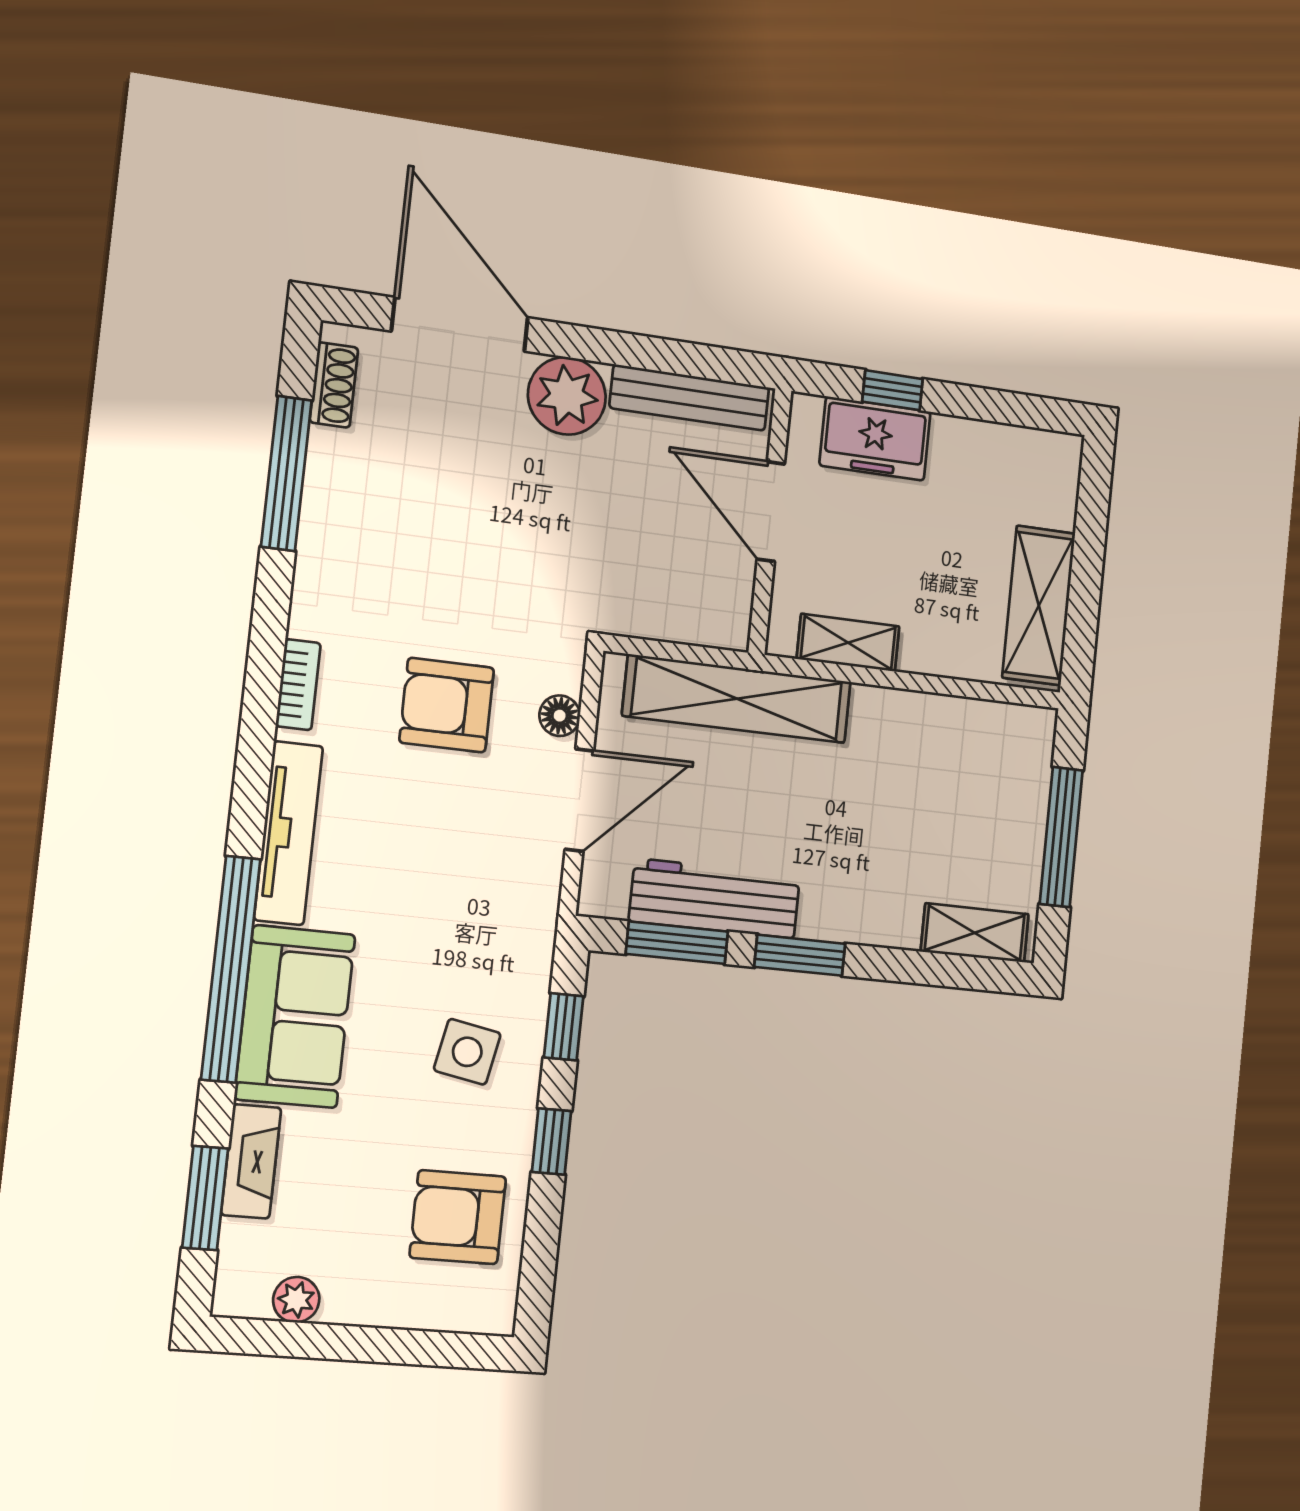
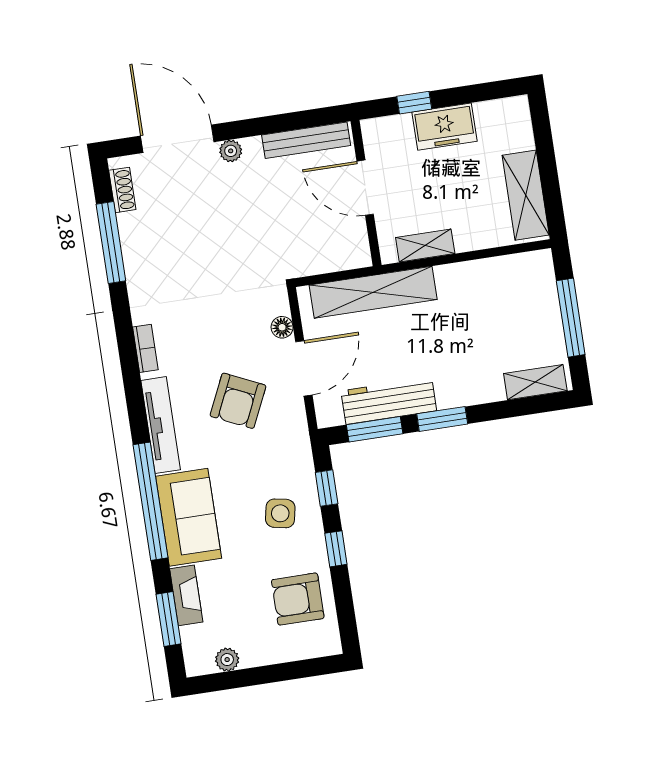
plant: (567, 396) -> (231, 151), width x0.53, depth x0.53
freezer: (875, 439) -> (444, 127), moved
armchair: (447, 705) -> (238, 401), moved, turned -65

